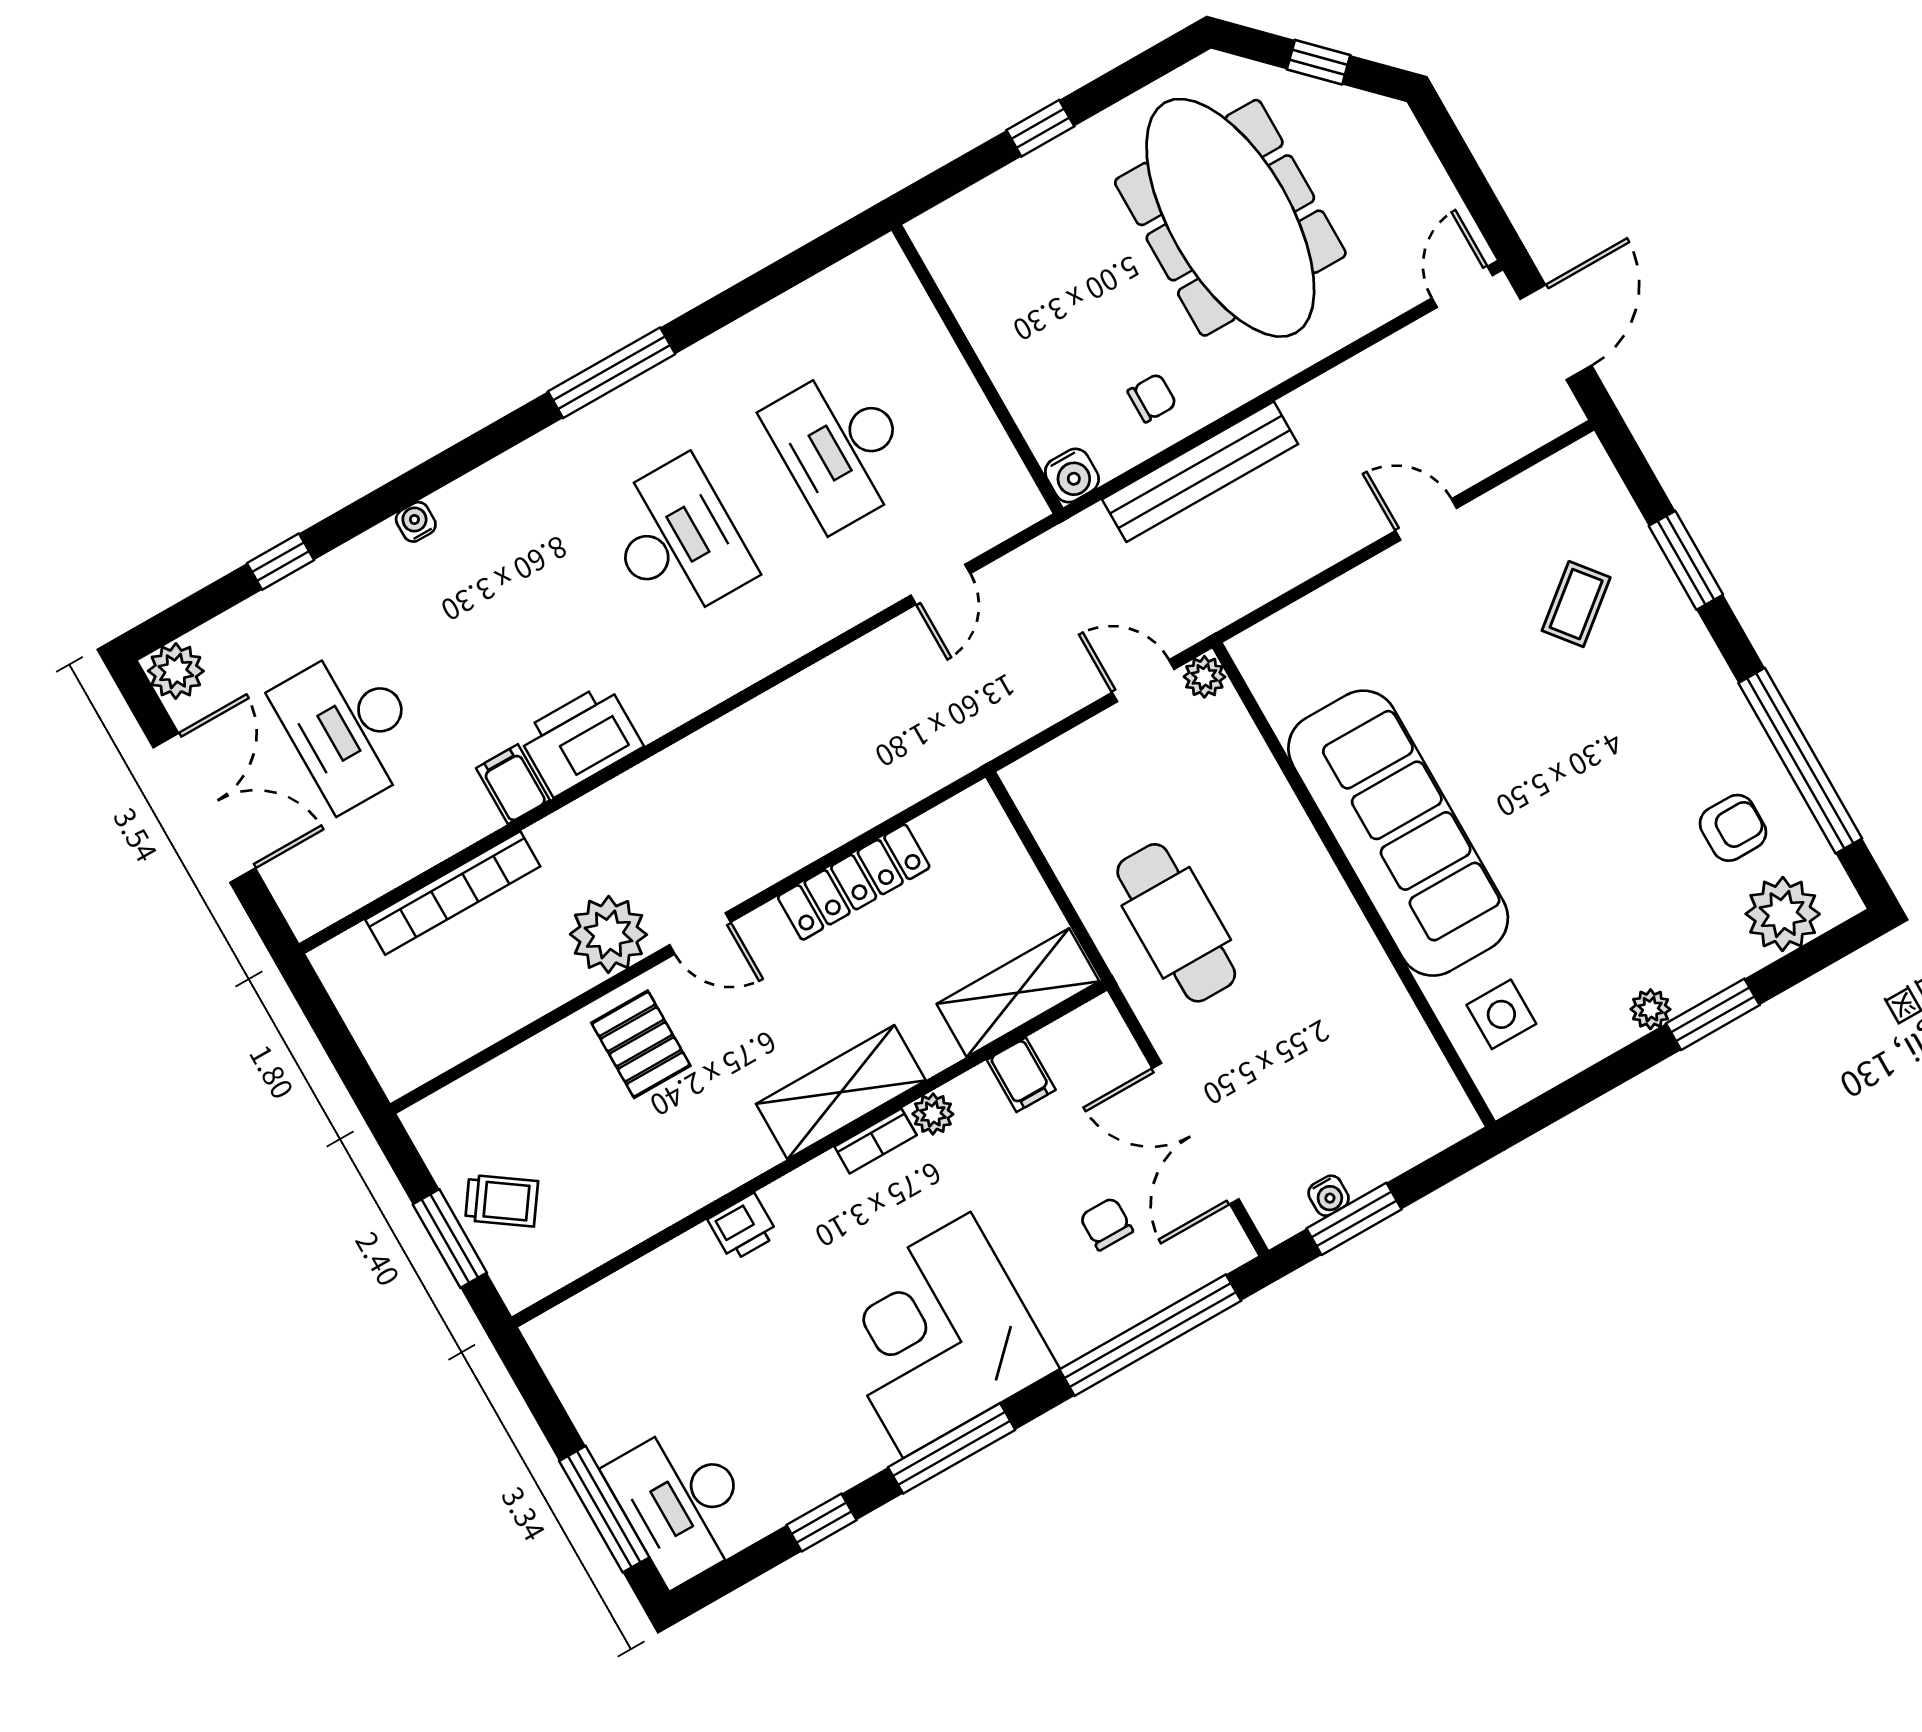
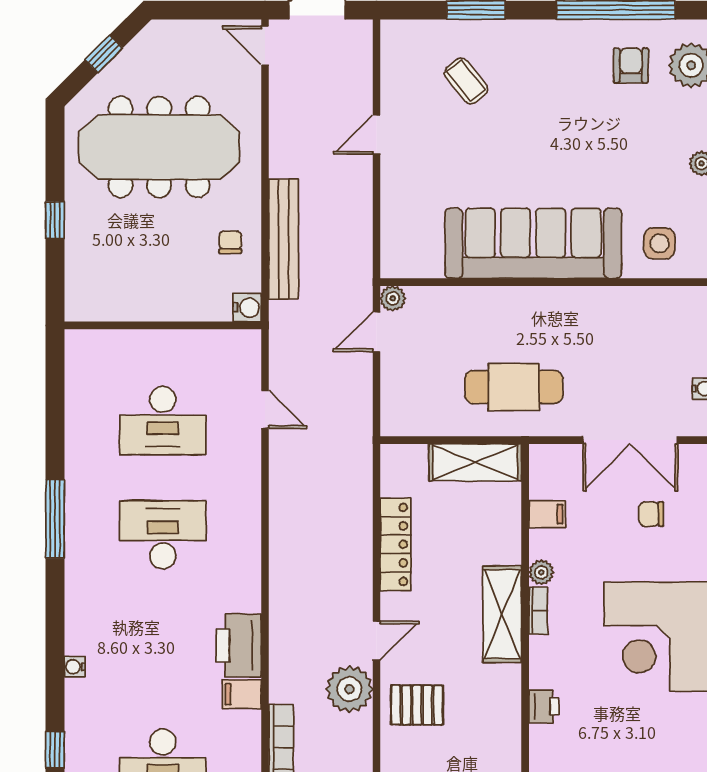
shelving: (1018, 993) -> (475, 462), moved, turned 90

